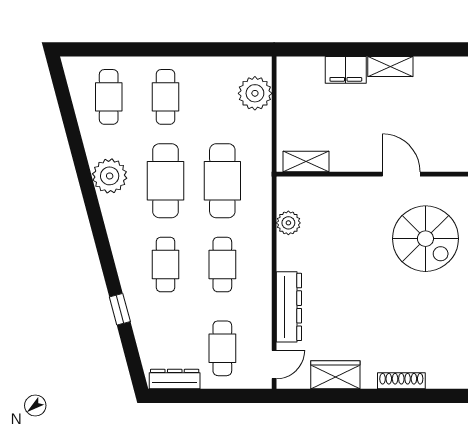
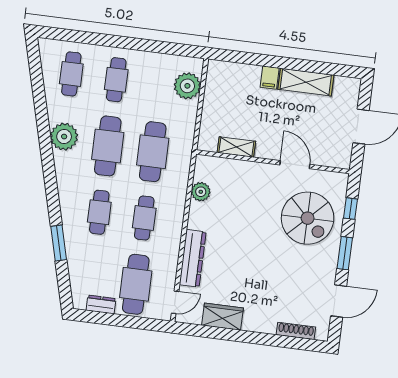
shelving: (390, 66) -> (306, 82), width x1.50, depth x1.33
filing cabinet: (346, 70) -> (270, 78), width x0.50
shelving: (306, 161) -> (236, 147), moved
window: (120, 309) -> (59, 243), width x1.50
cafe table: (222, 348) -> (136, 284), width x1.37, depth x1.35
dresser: (175, 379) -> (101, 305), width x0.70
shoe rack: (401, 381) -> (296, 331), moved

